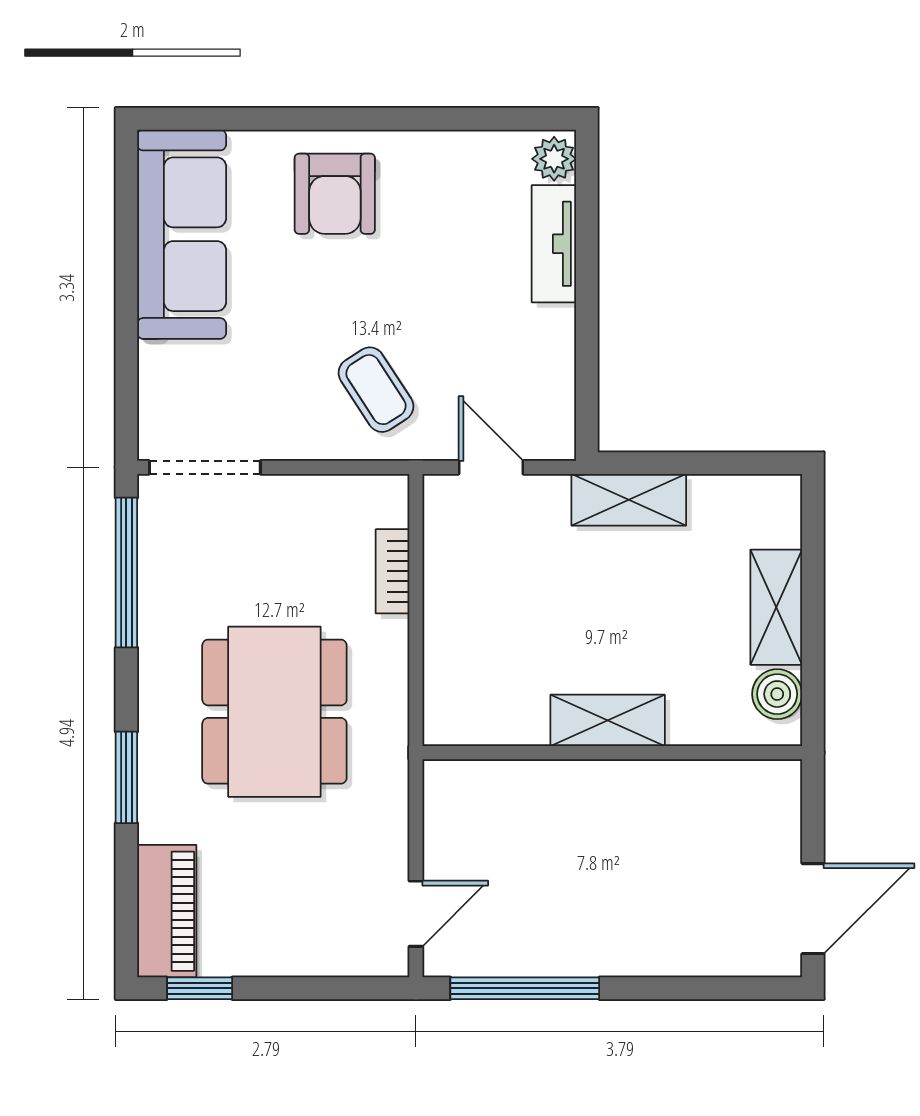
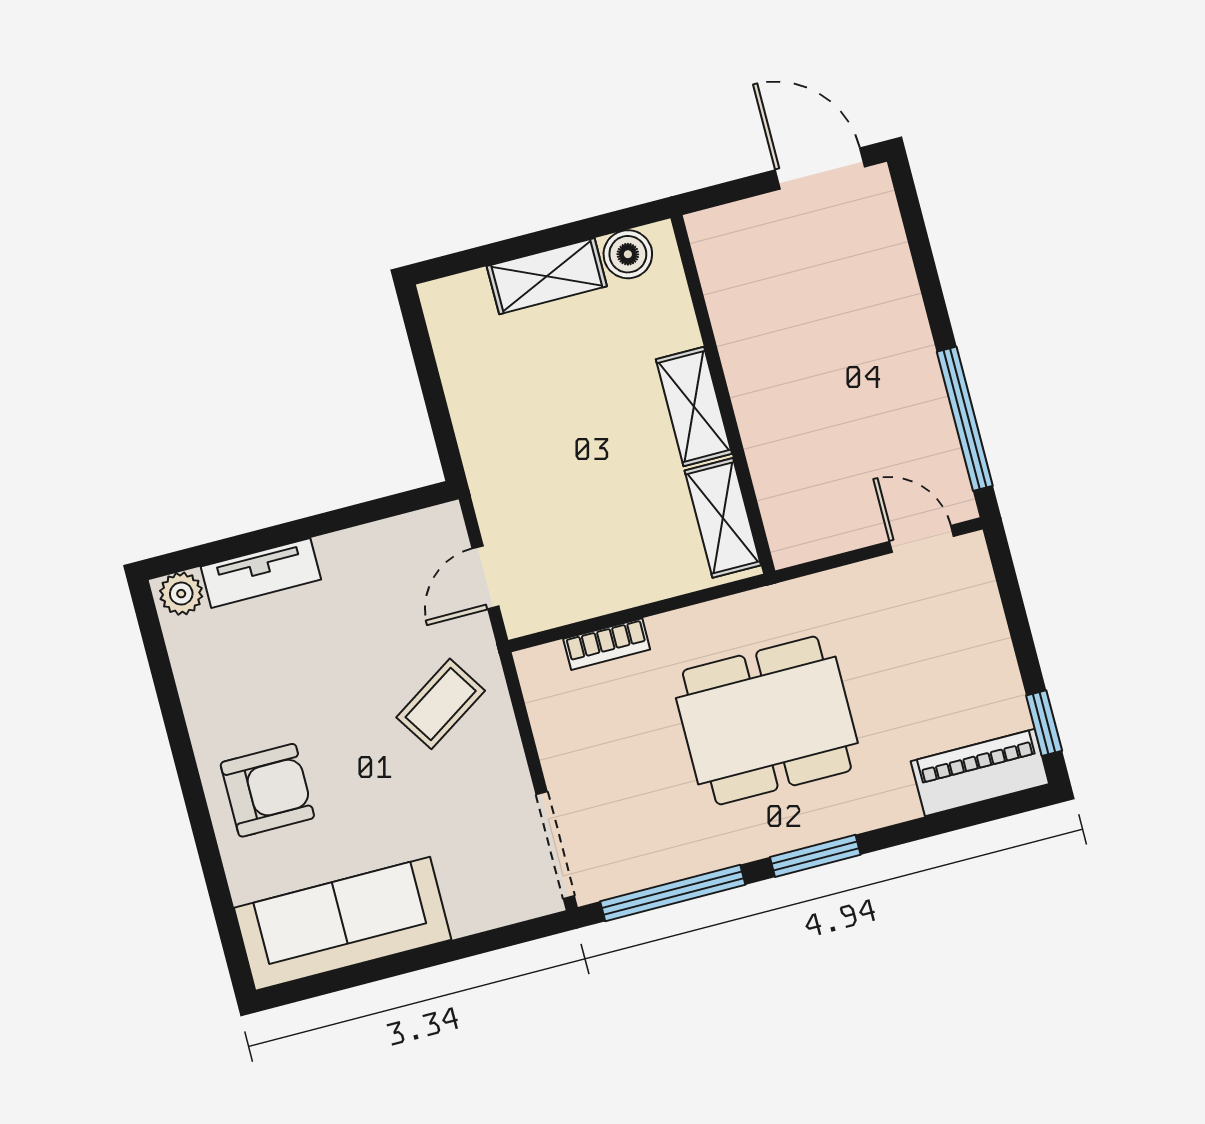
shelving: (629, 500) -> (723, 518), moved
window: (126, 777) -> (815, 856), moved

